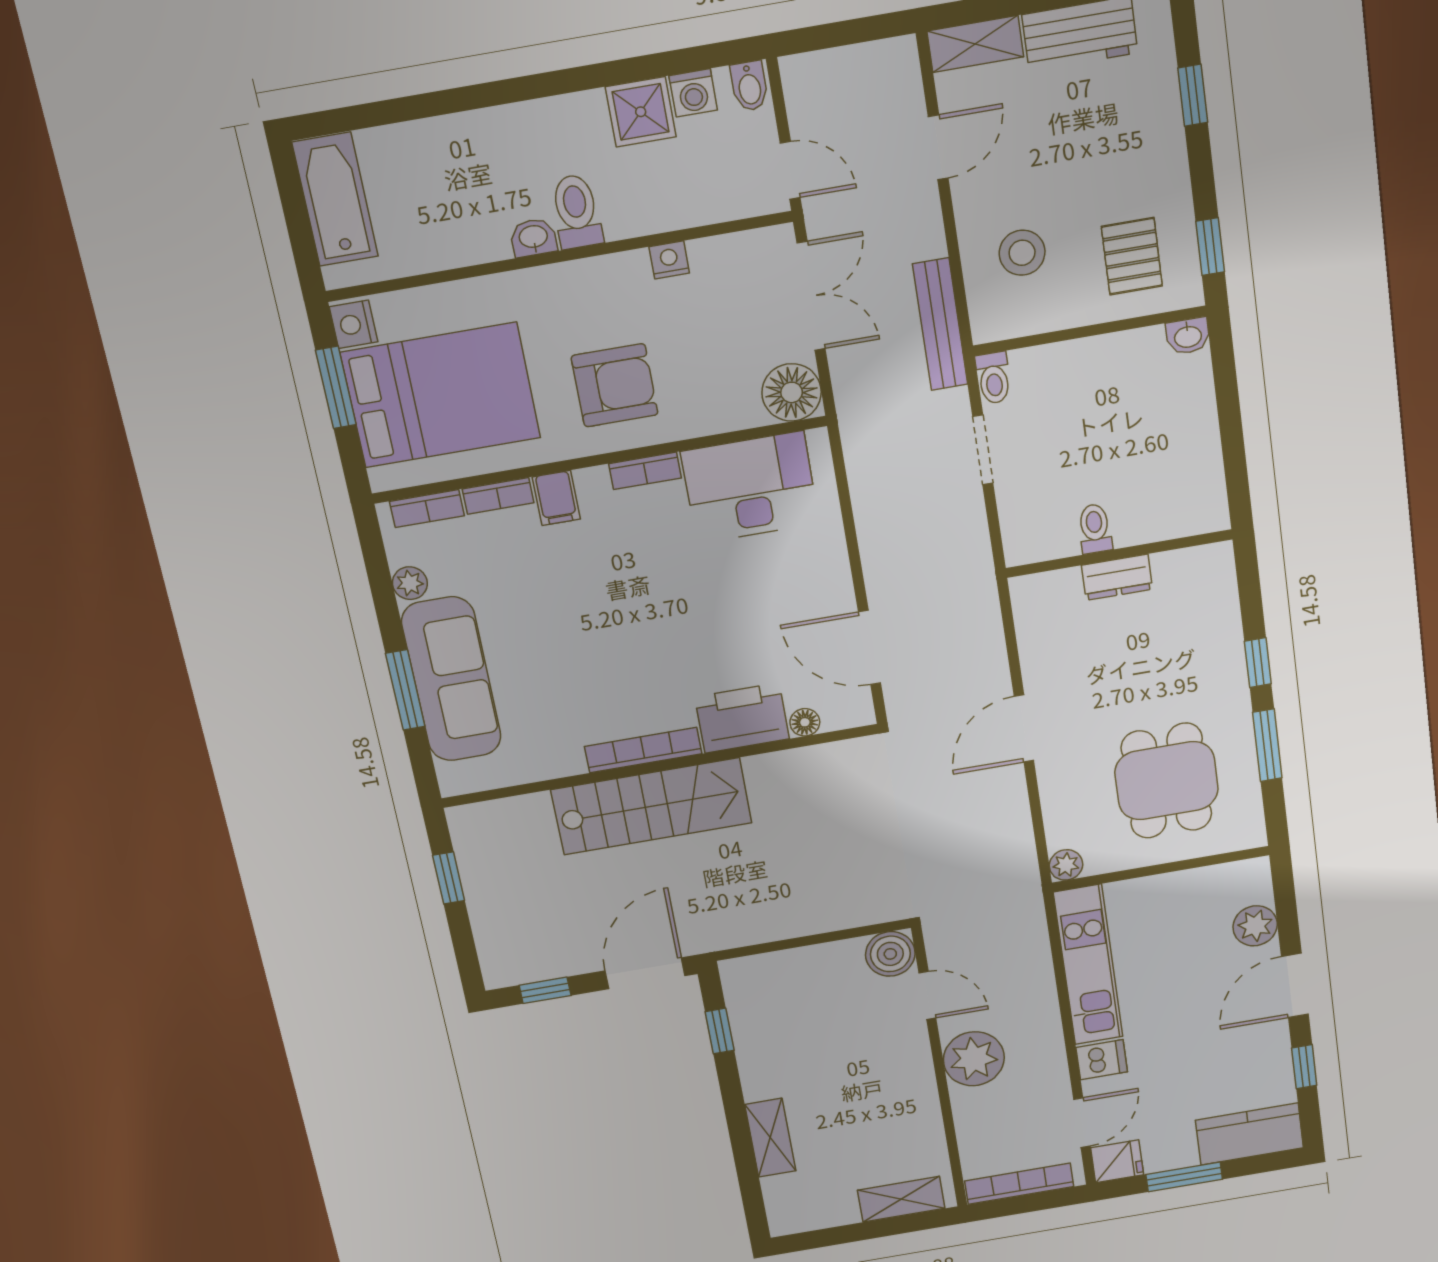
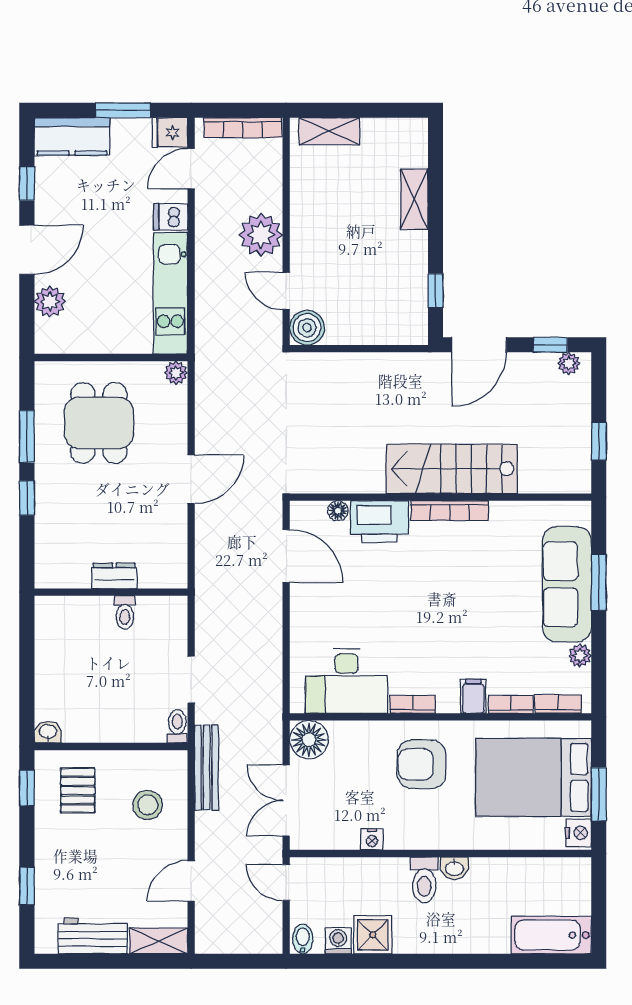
bathtub: (335, 200) -> (551, 935), moved, turned 90
plant: (514, 971) -> (569, 363), added

